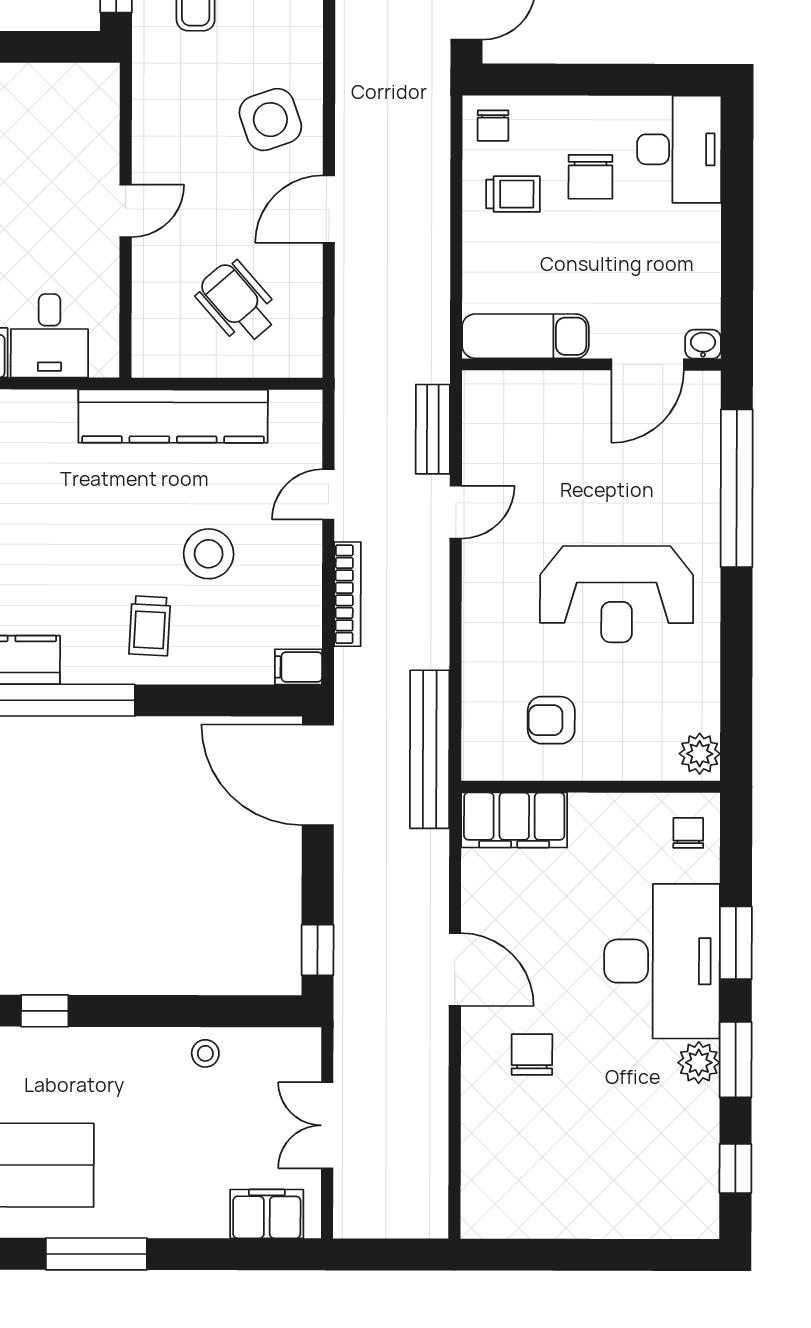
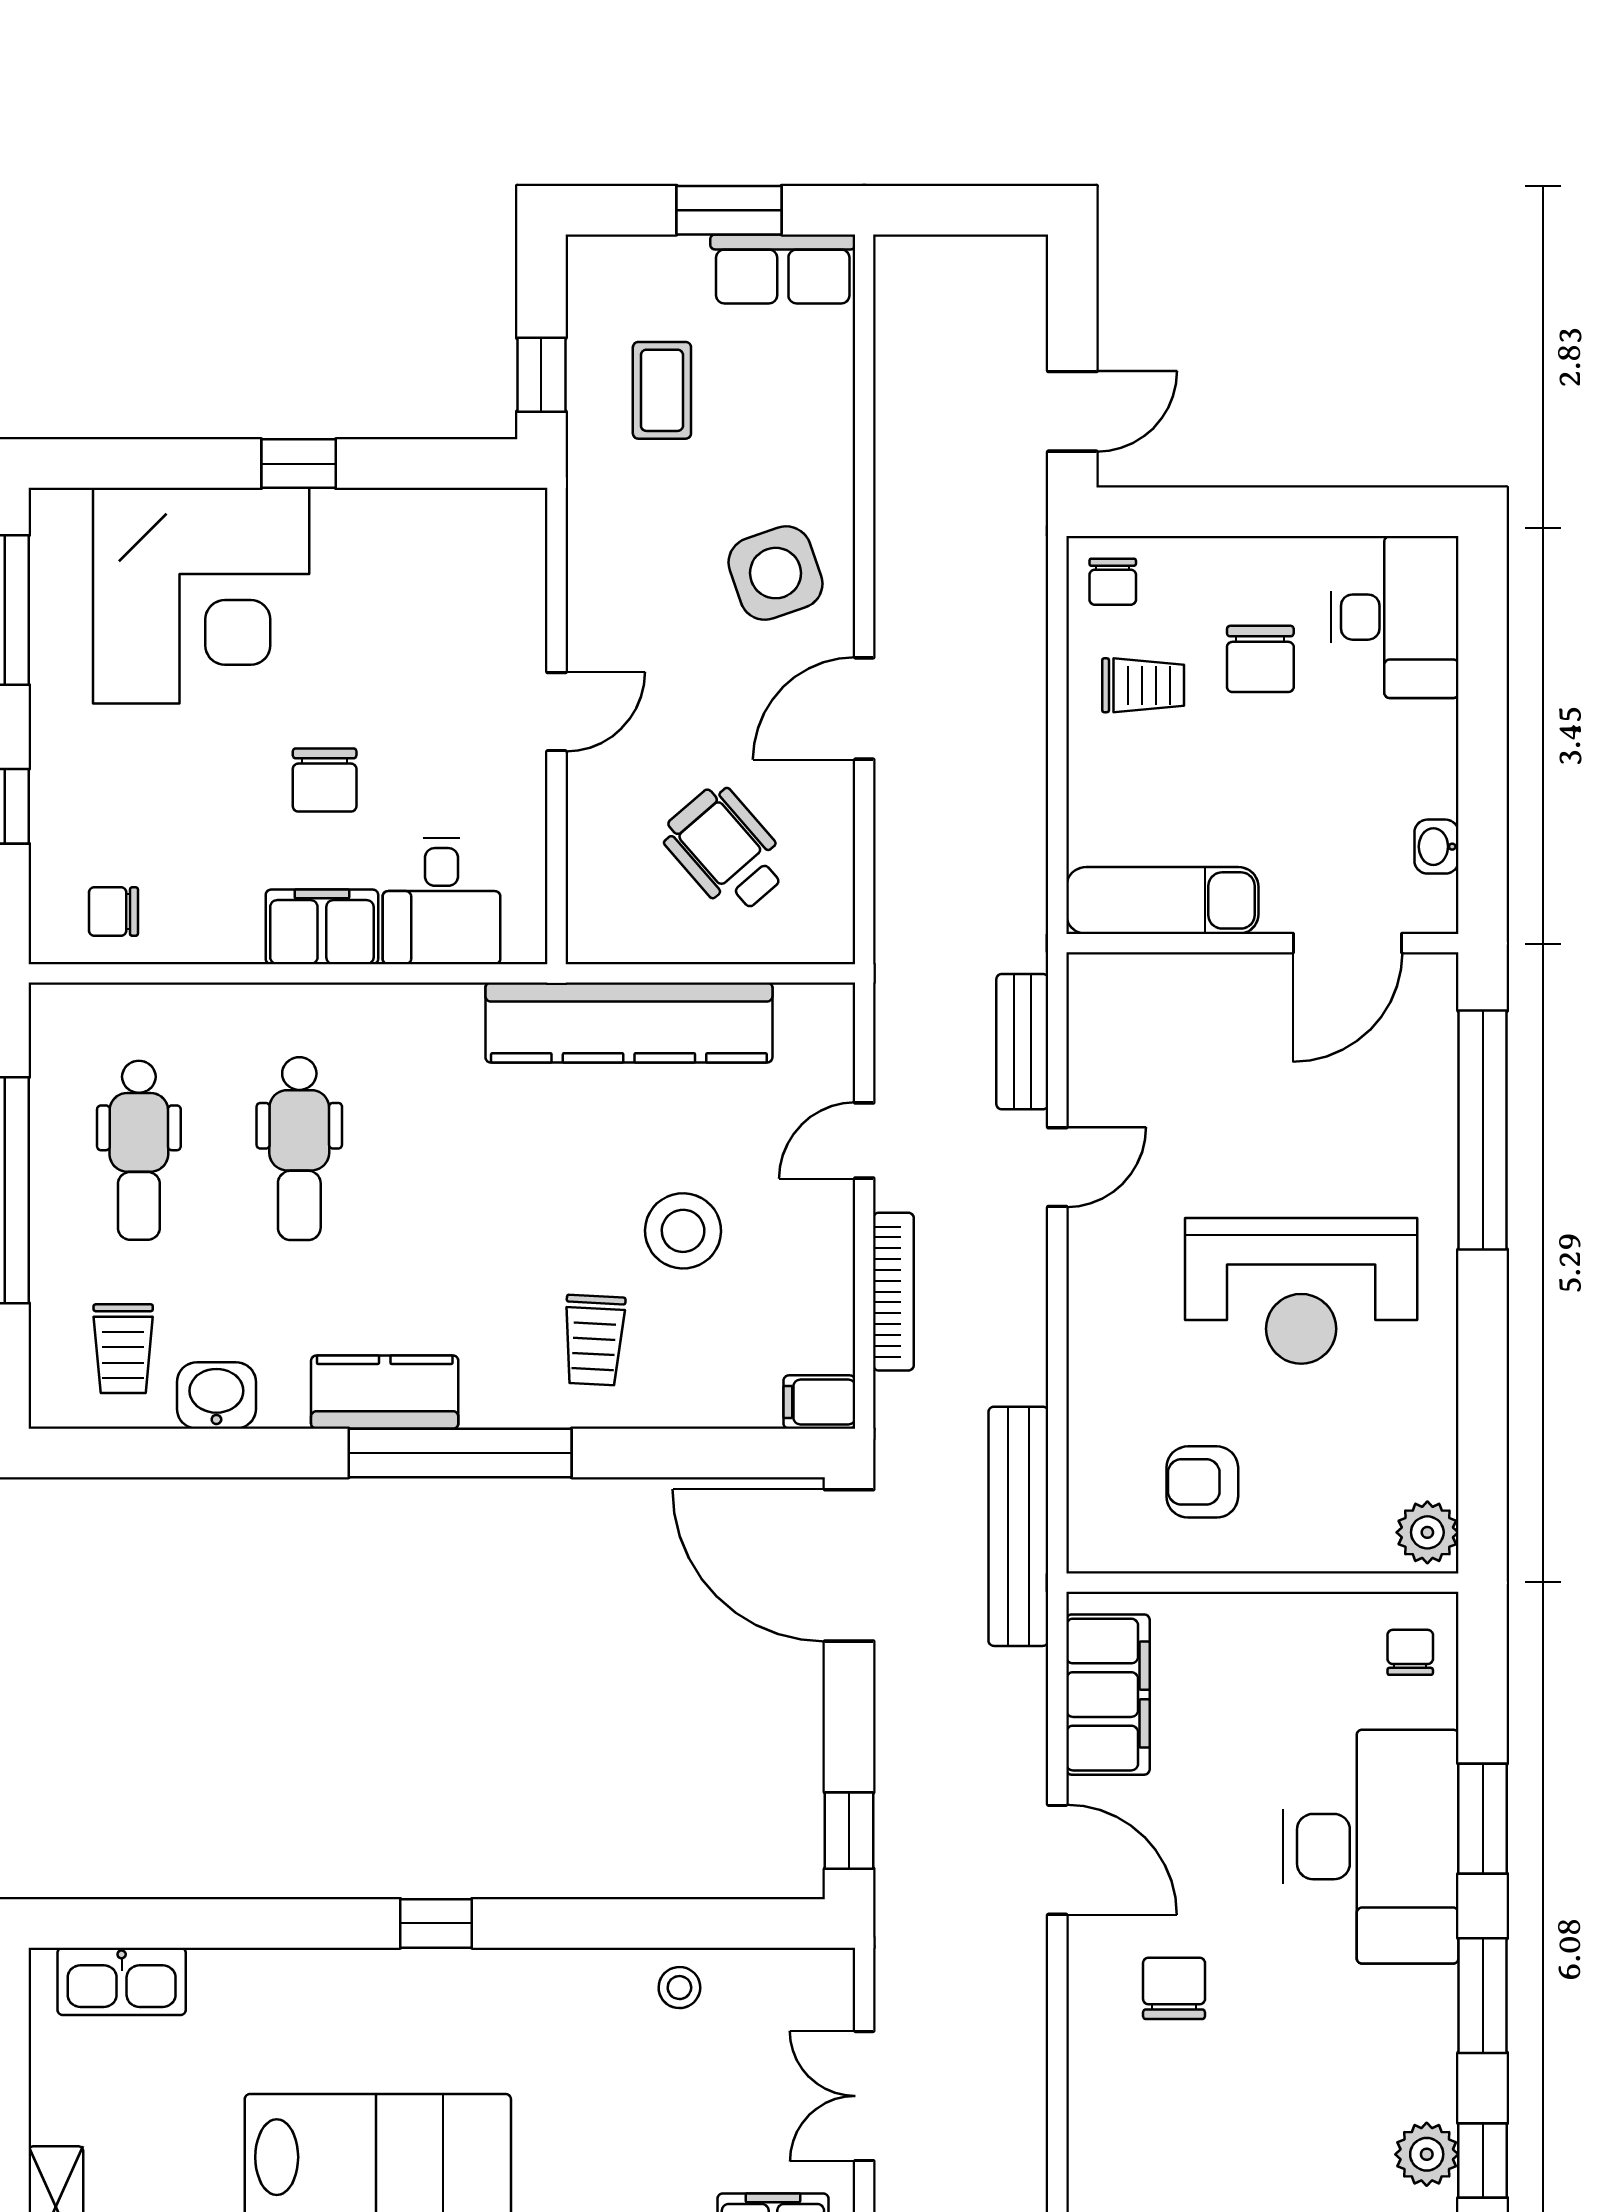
washbasin: (703, 344) -> (1436, 847), moved, turned -90
filing cabinet: (514, 820) -> (1108, 1695), moved, turned -90
plant: (699, 1063) -> (1427, 2154), moved

